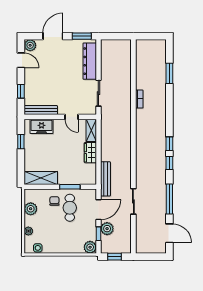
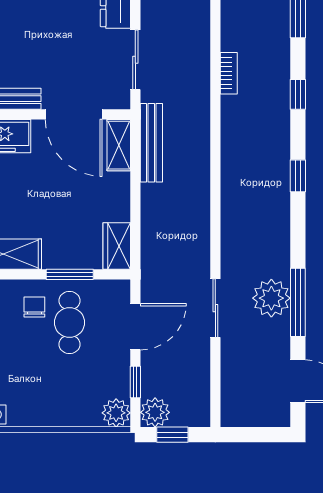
door: (72, 117) -> (74, 114), width x1.88
wardrobe: (90, 153) -> (117, 246), moved
window: (169, 163) -> (298, 94), moved
bench: (105, 179) -> (151, 143), moved
plant: (158, 197) -> (271, 298), added
plant: (107, 229) -> (155, 412), moved

